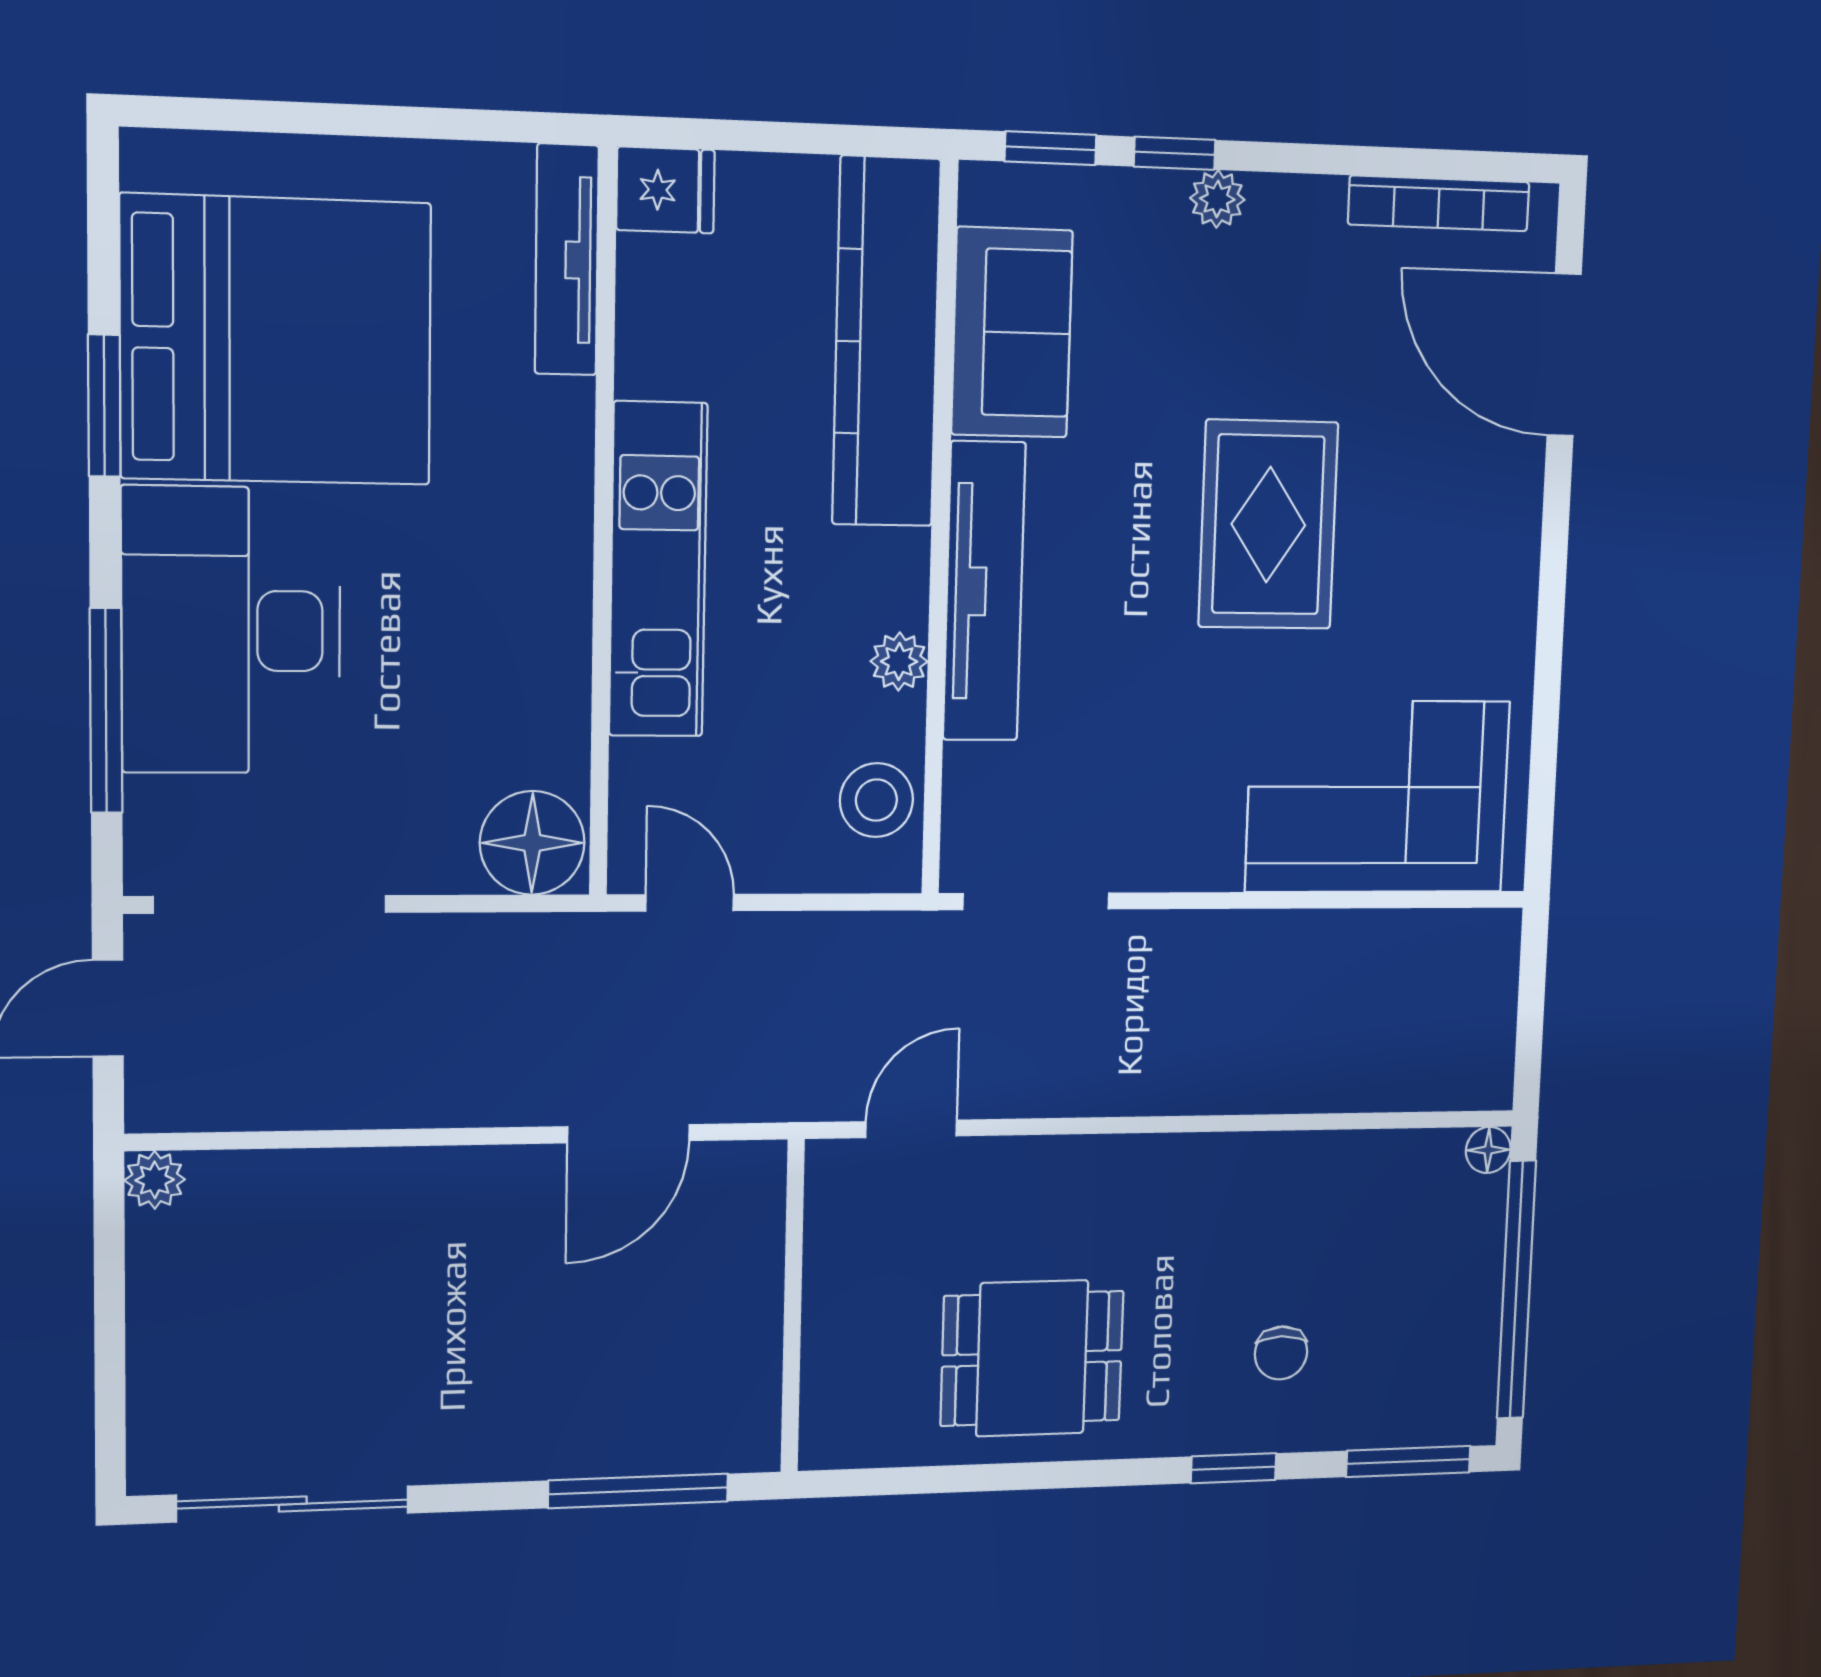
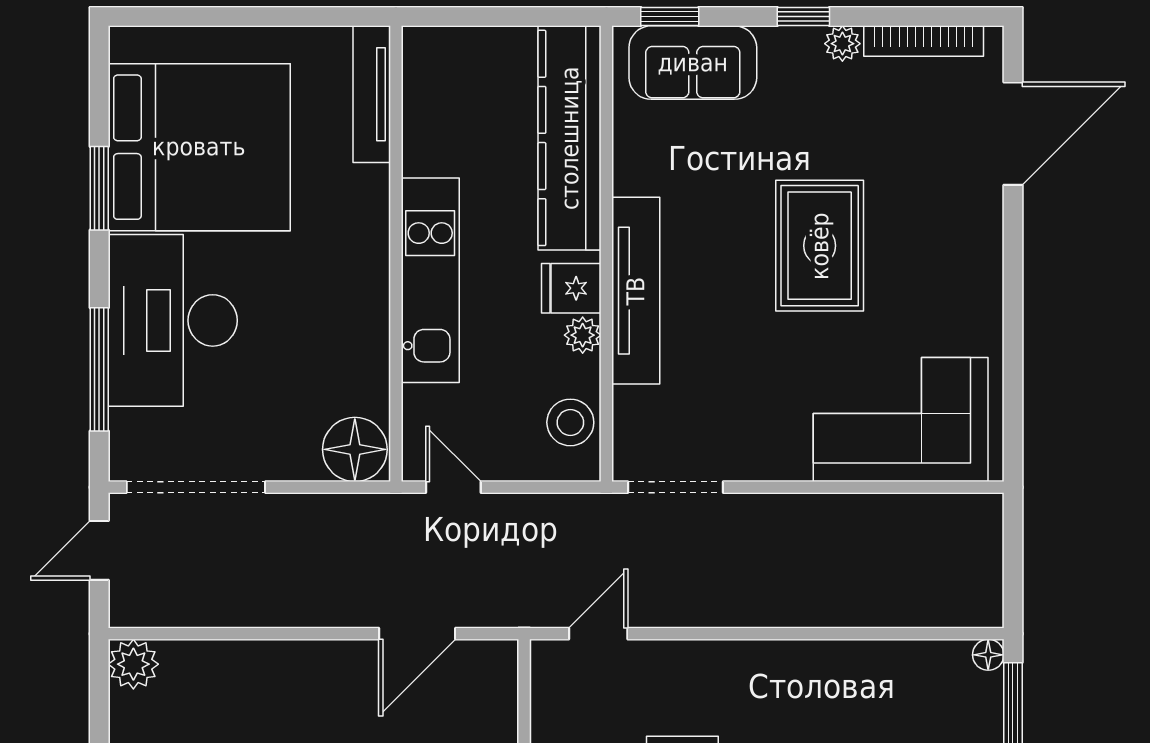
window: (1175, 153) -> (803, 17), moved
fridge: (665, 190) -> (571, 288), moved, turned 180
plant: (1217, 199) -> (842, 44), moved
sofa: (1012, 333) -> (693, 63), moved, turned 90
door: (1564, 355) -> (1013, 134), swing flipped
plant: (155, 1180) -> (133, 664), width x1.38, depth x1.38

